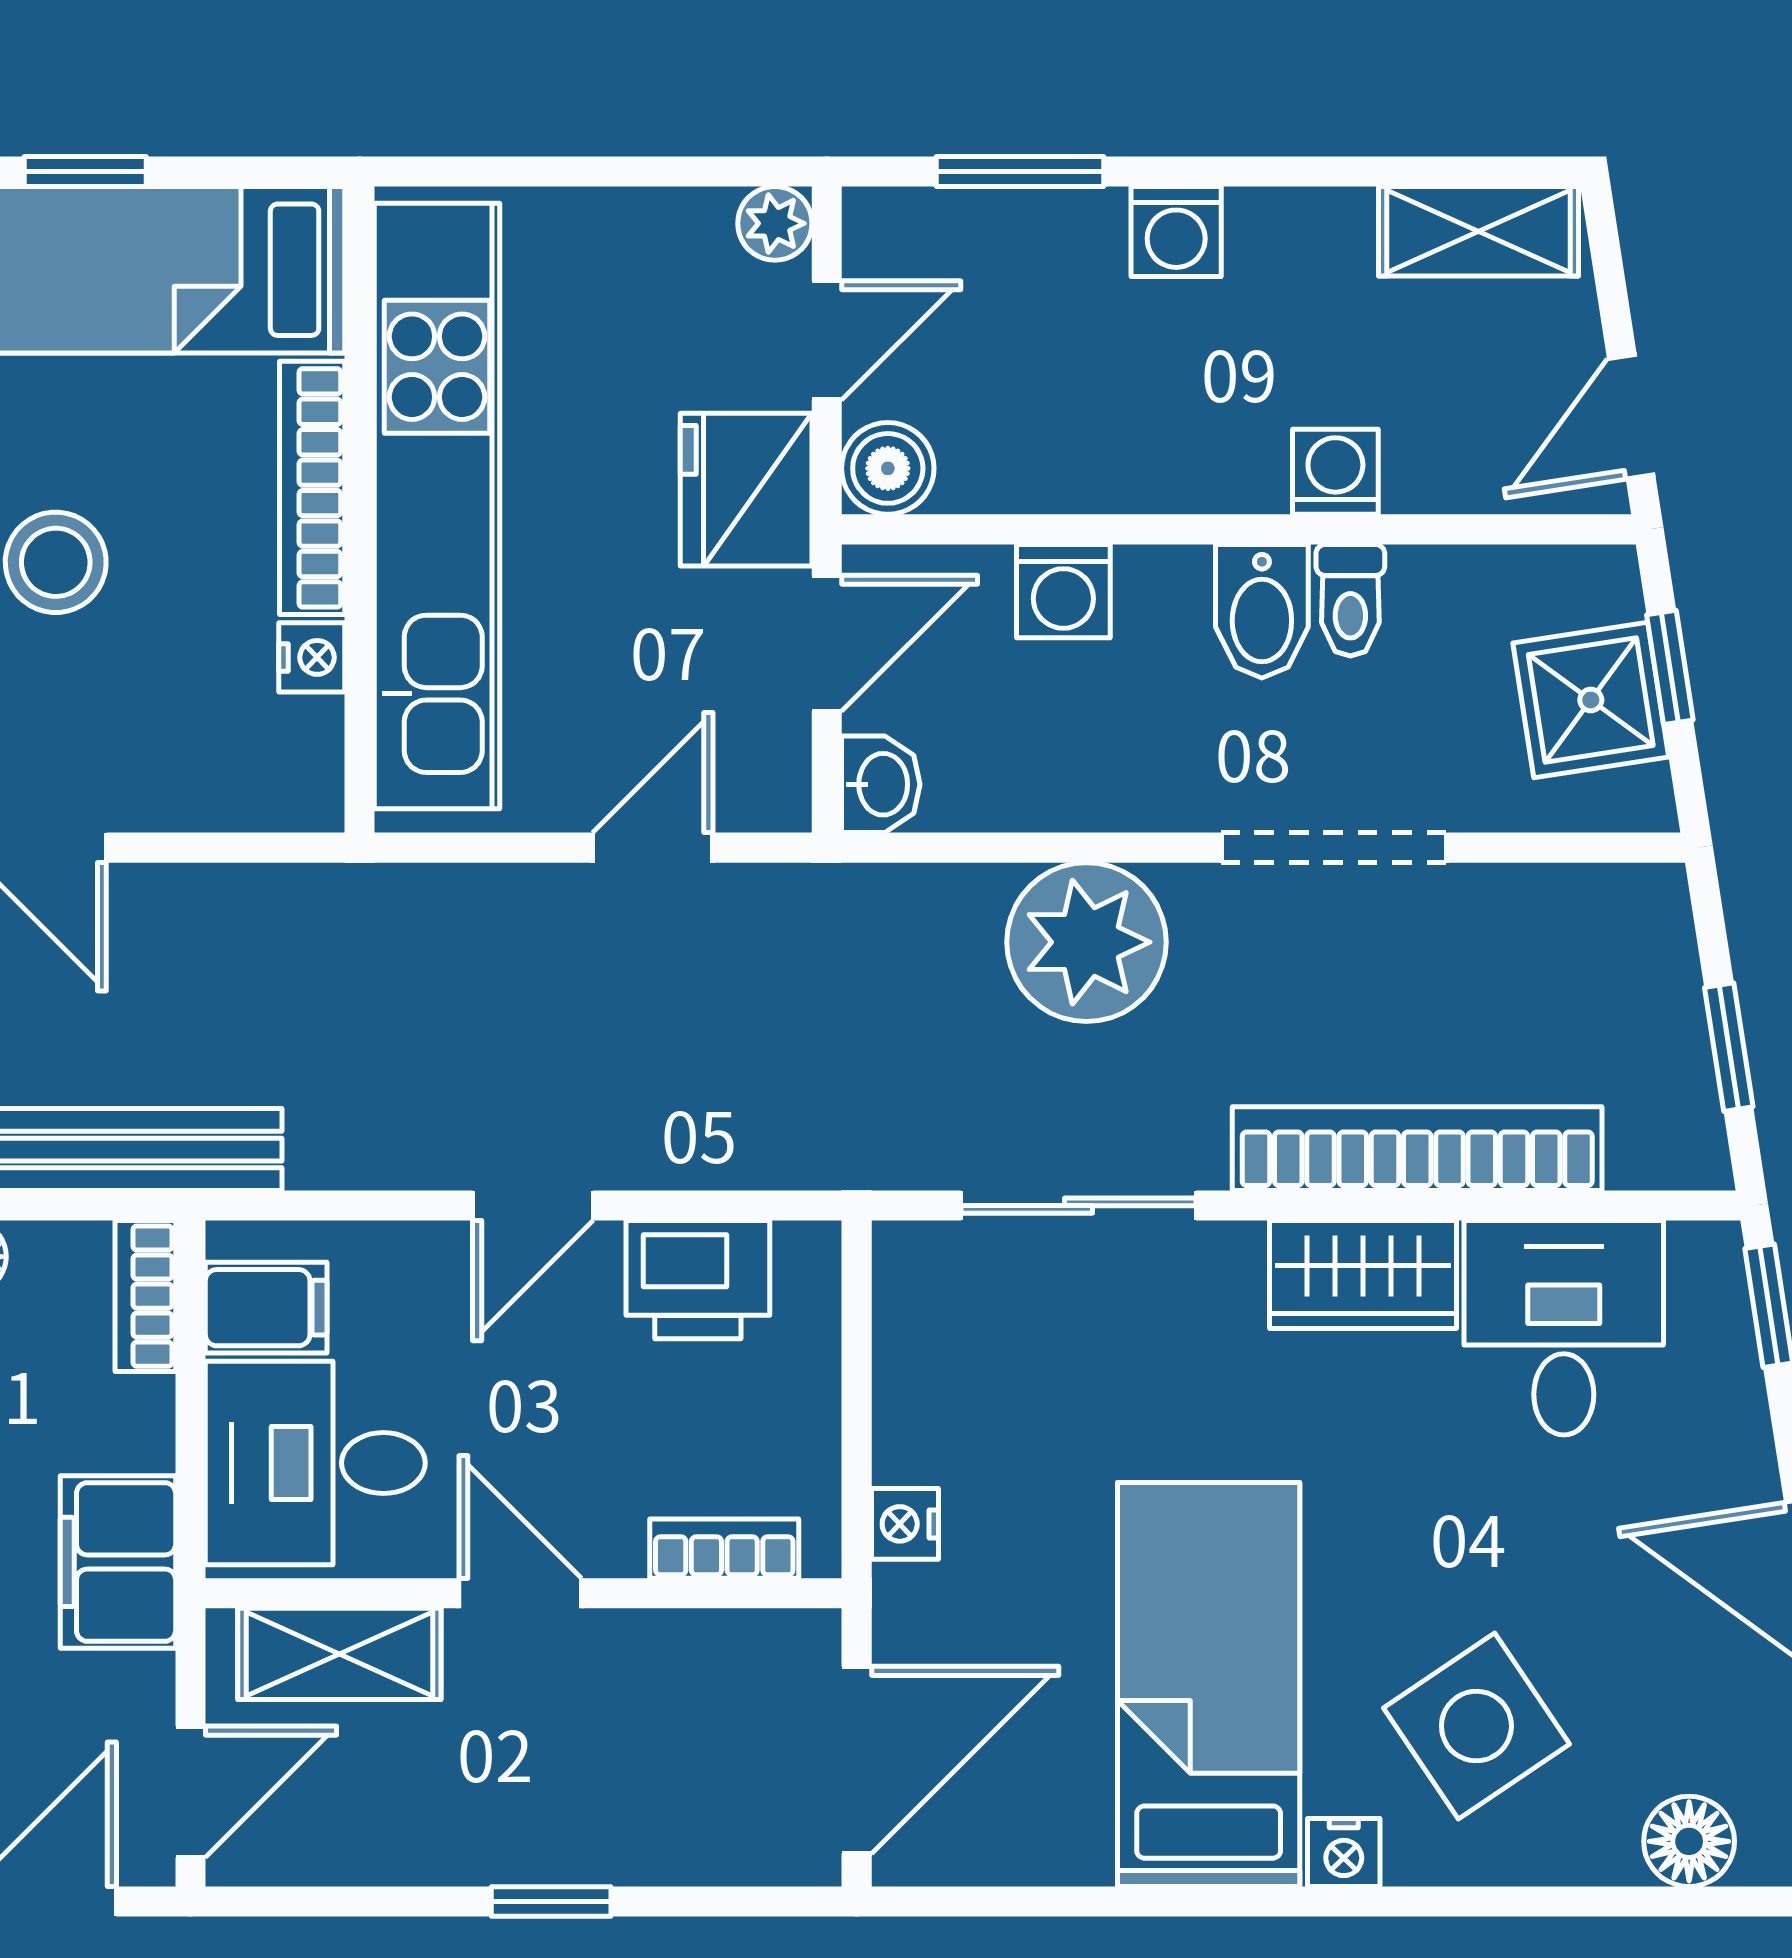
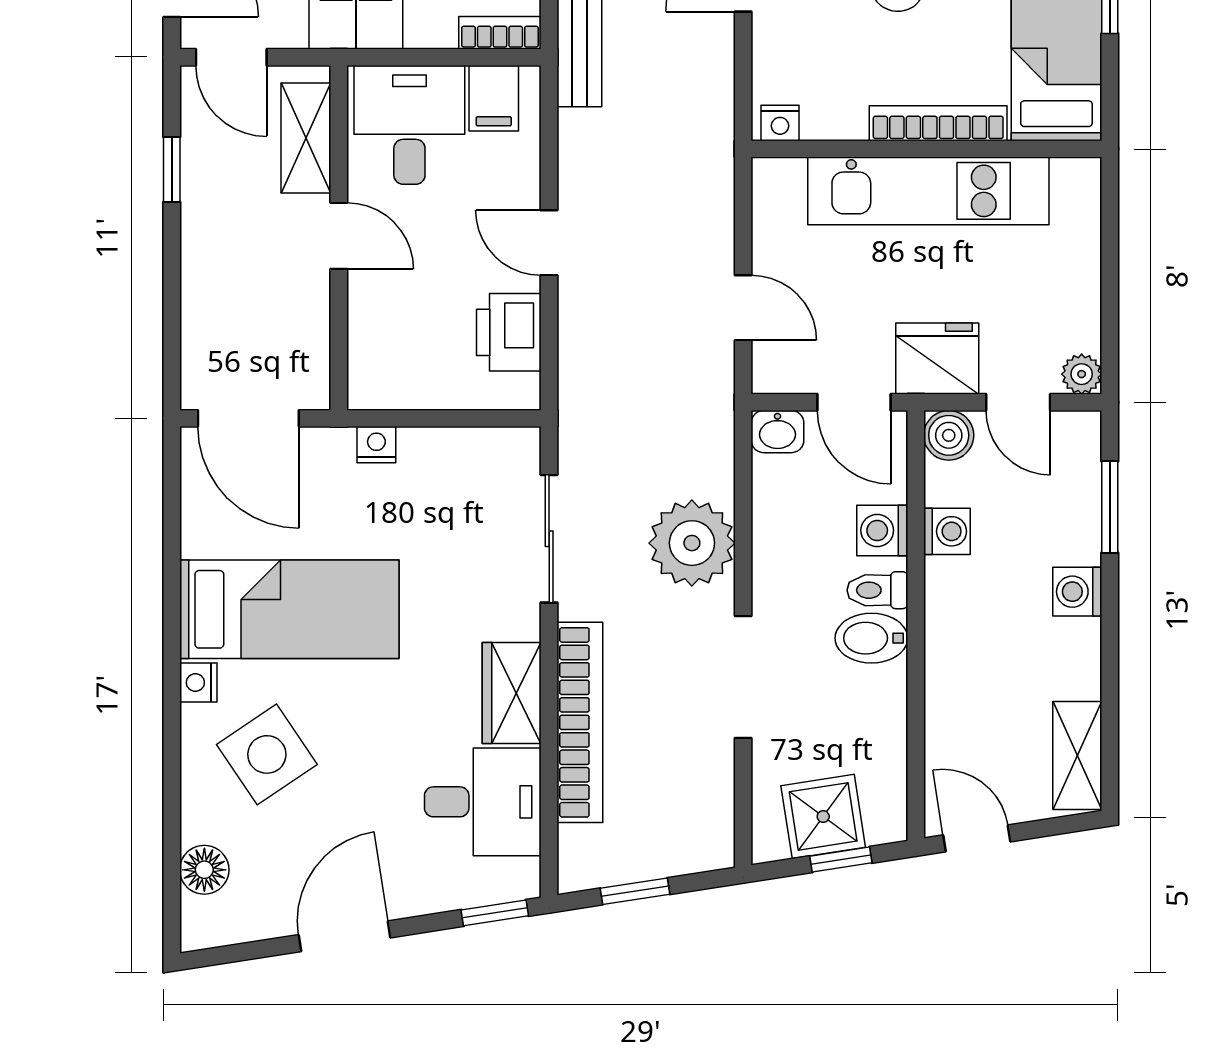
washing machine: (1335, 472) -> (947, 531), moved
kitchen unit: (437, 506) -> (928, 191), width x0.73
toilet: (1350, 600) -> (877, 590), moved
nightstand: (312, 657) -> (780, 123), moved
bookcase: (724, 1549) -> (363, 347), removed
door: (520, 1593) -> (339, 236), hinge flipped
window: (551, 1902) -> (172, 170), moved

